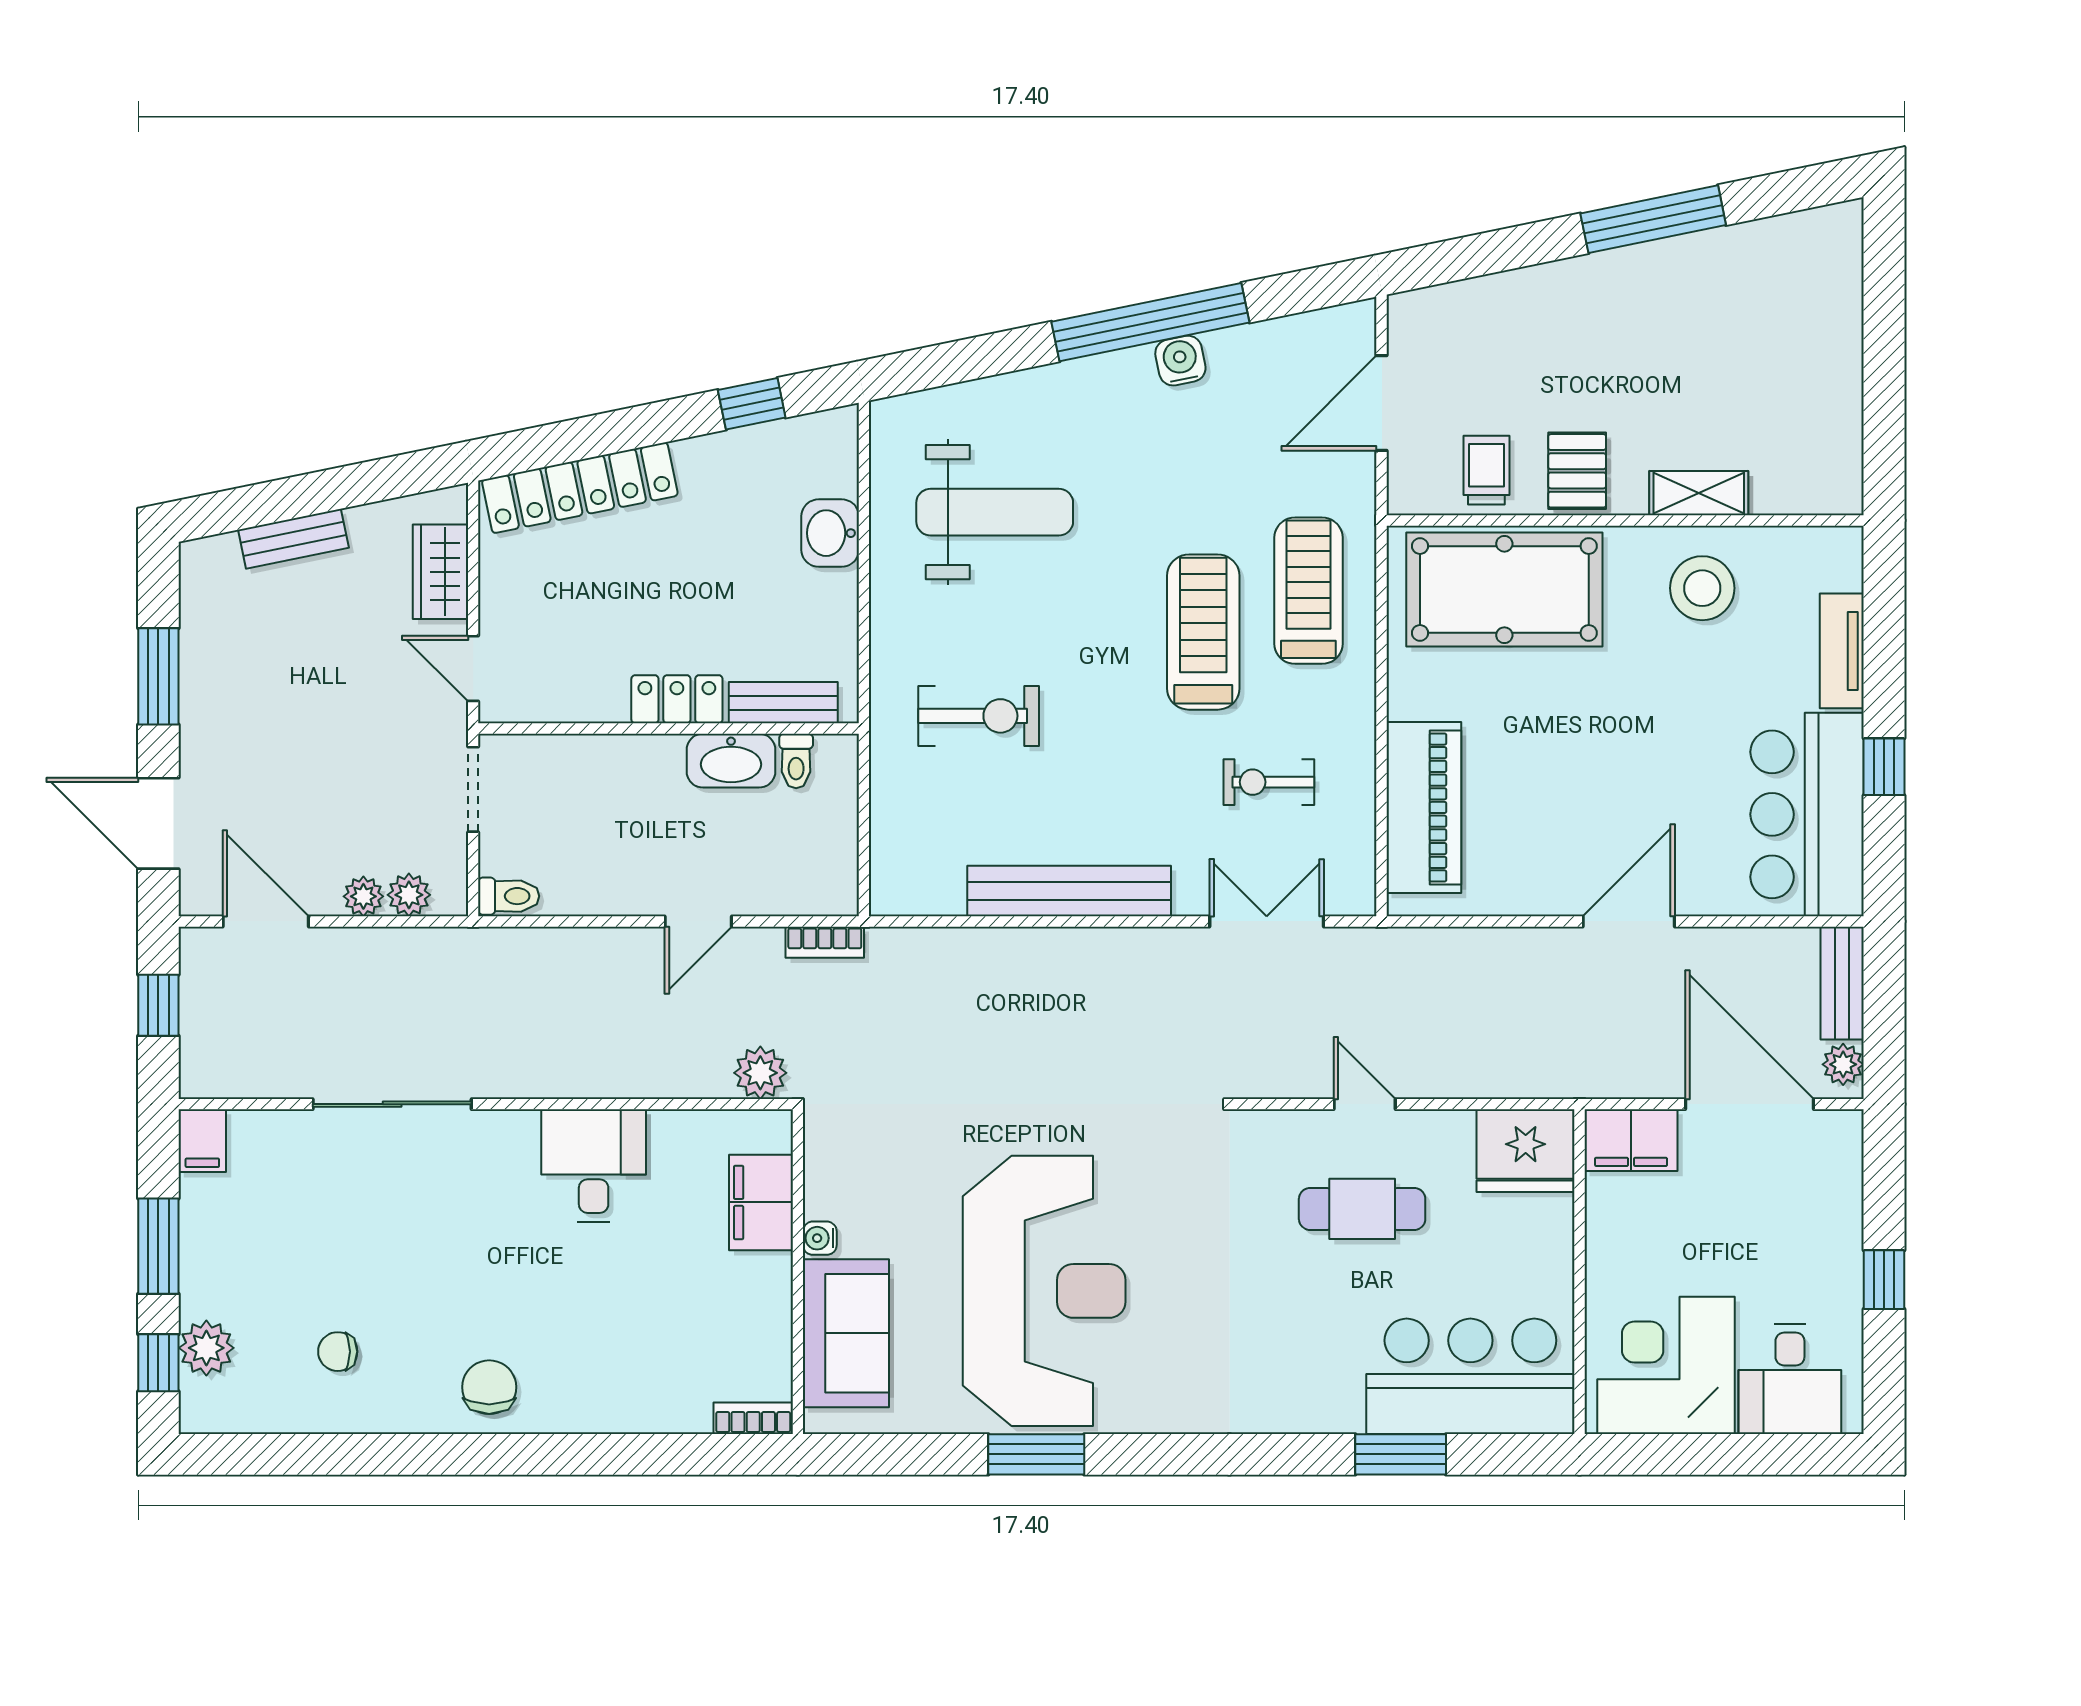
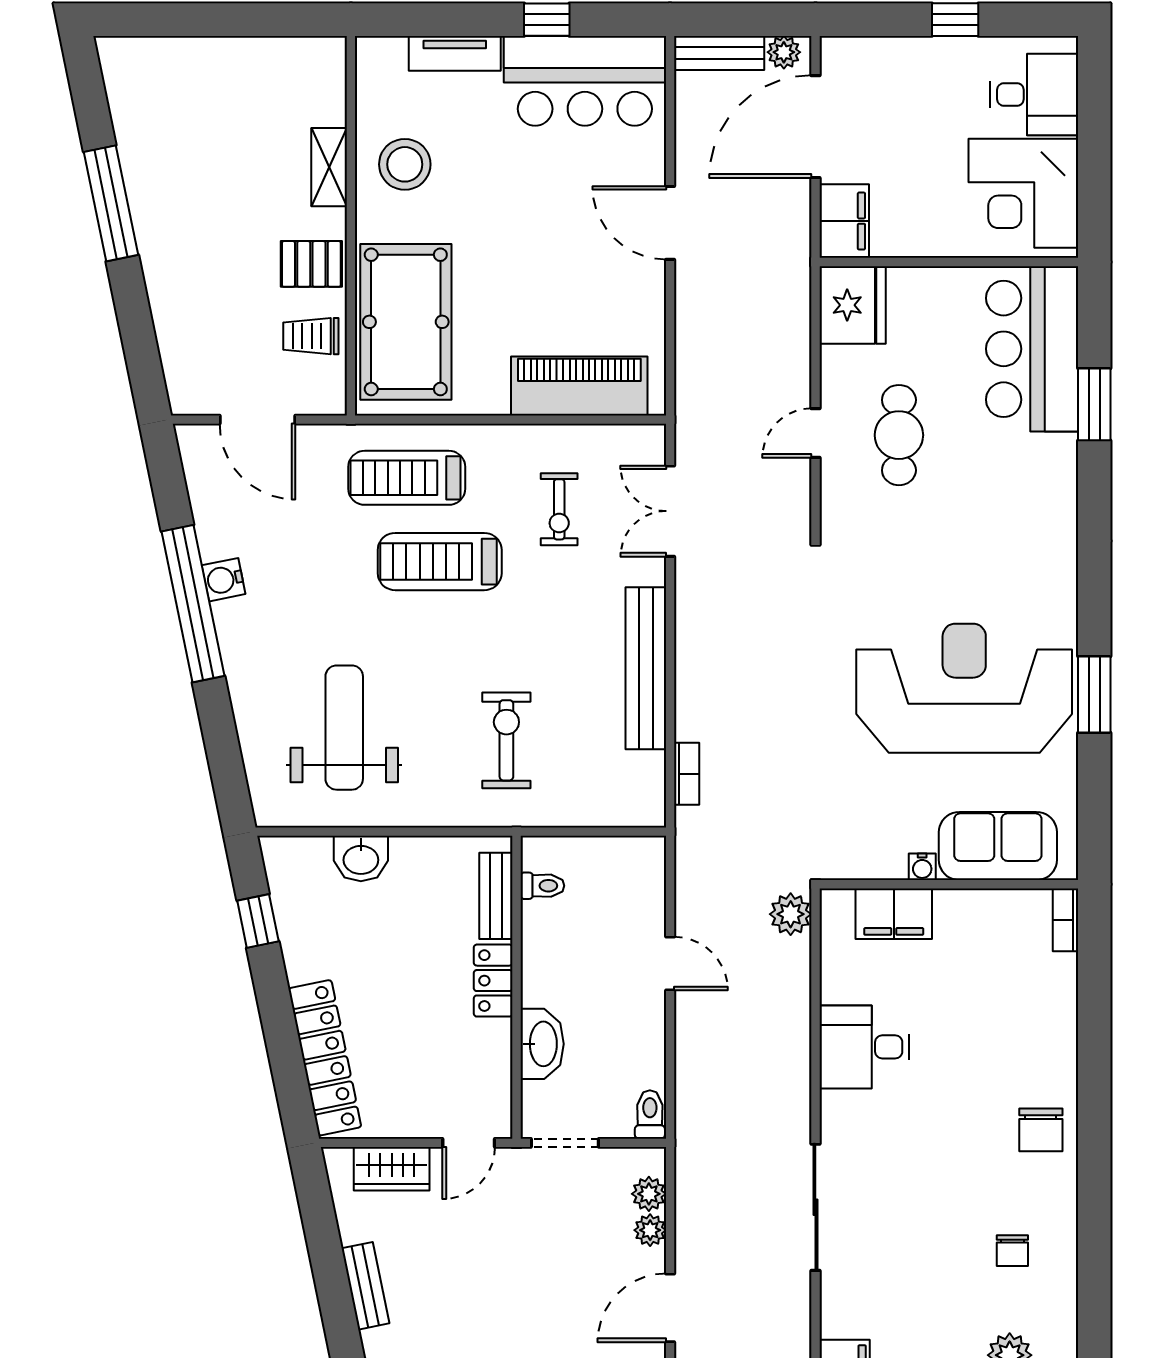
washbasin: (731, 761) -> (542, 1044), moved
bookcase: (825, 942) -> (687, 774), moved
chair: (489, 1387) -> (1041, 1130), turned -90

